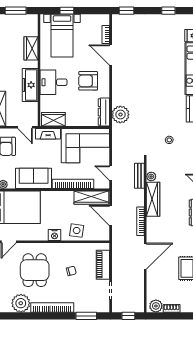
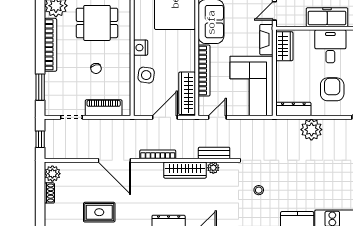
plant: (120, 115) -> (311, 130), moved

